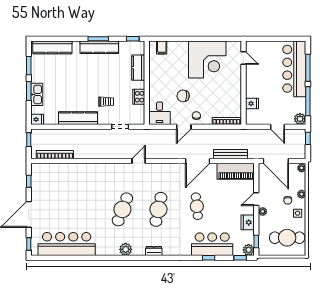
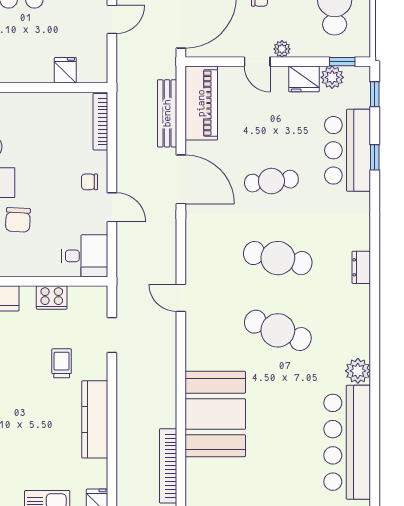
chair: (183, 96) -> (18, 220), moved
booth: (81, 178) -> (215, 414), added
plant: (126, 249) -> (358, 371), moved
plant: (249, 250) -> (332, 77), moved

